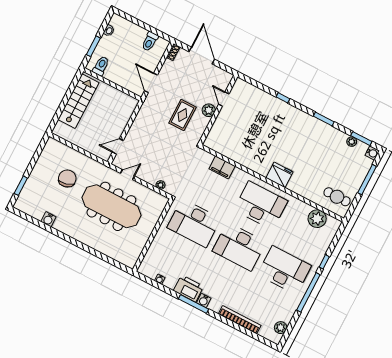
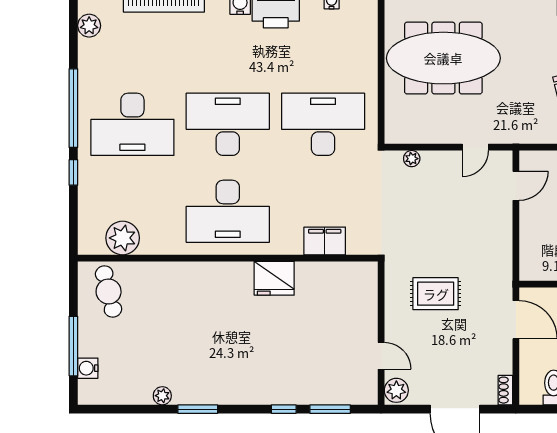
plant: (209, 110) -> (396, 390), moved
rug: (182, 115) -> (436, 294), turned 90
window: (361, 139) -> (330, 409), moved
plant: (352, 142) -> (162, 396), moved
water cooler: (372, 153) -> (88, 368), moved
fridge: (280, 175) -> (274, 278), moved
cafe table: (337, 197) -> (109, 292), turned 76
meeting table: (111, 206) -> (443, 58), moved

